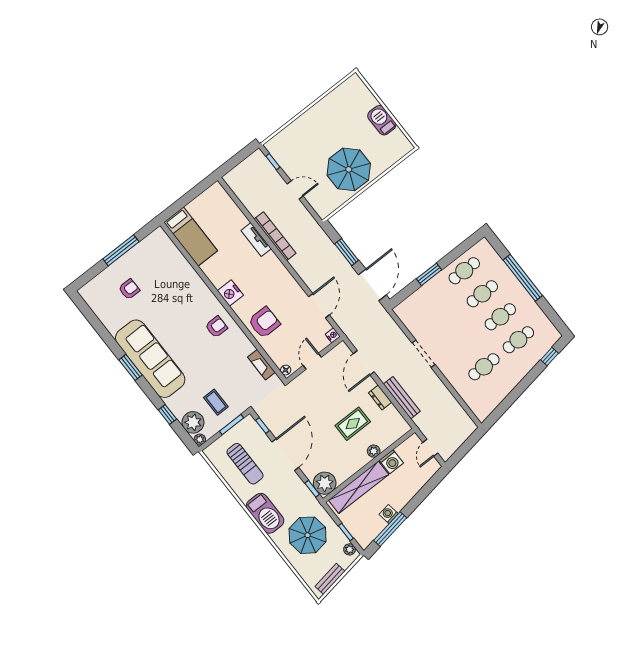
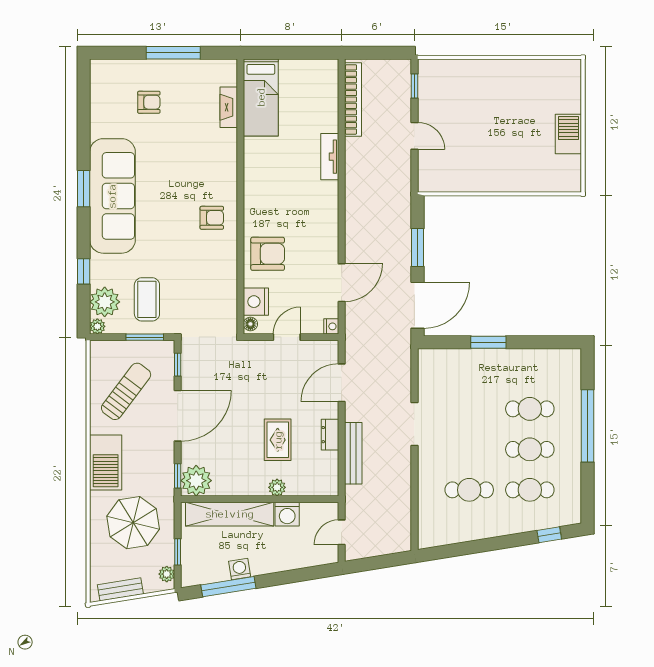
parasol: (349, 169) -> (491, 159), removed
bookcase: (275, 236) -> (353, 99), moved
cafe table: (464, 271) -> (530, 368), removed
nightstand: (230, 293) -> (256, 302), moved
fireplace: (261, 365) -> (229, 107), moved
coffee table: (216, 402) -> (147, 299), width x1.36, depth x1.30
rug: (353, 424) -> (278, 440), turned 90
sun lounger: (245, 464) -> (126, 391), turned -143

